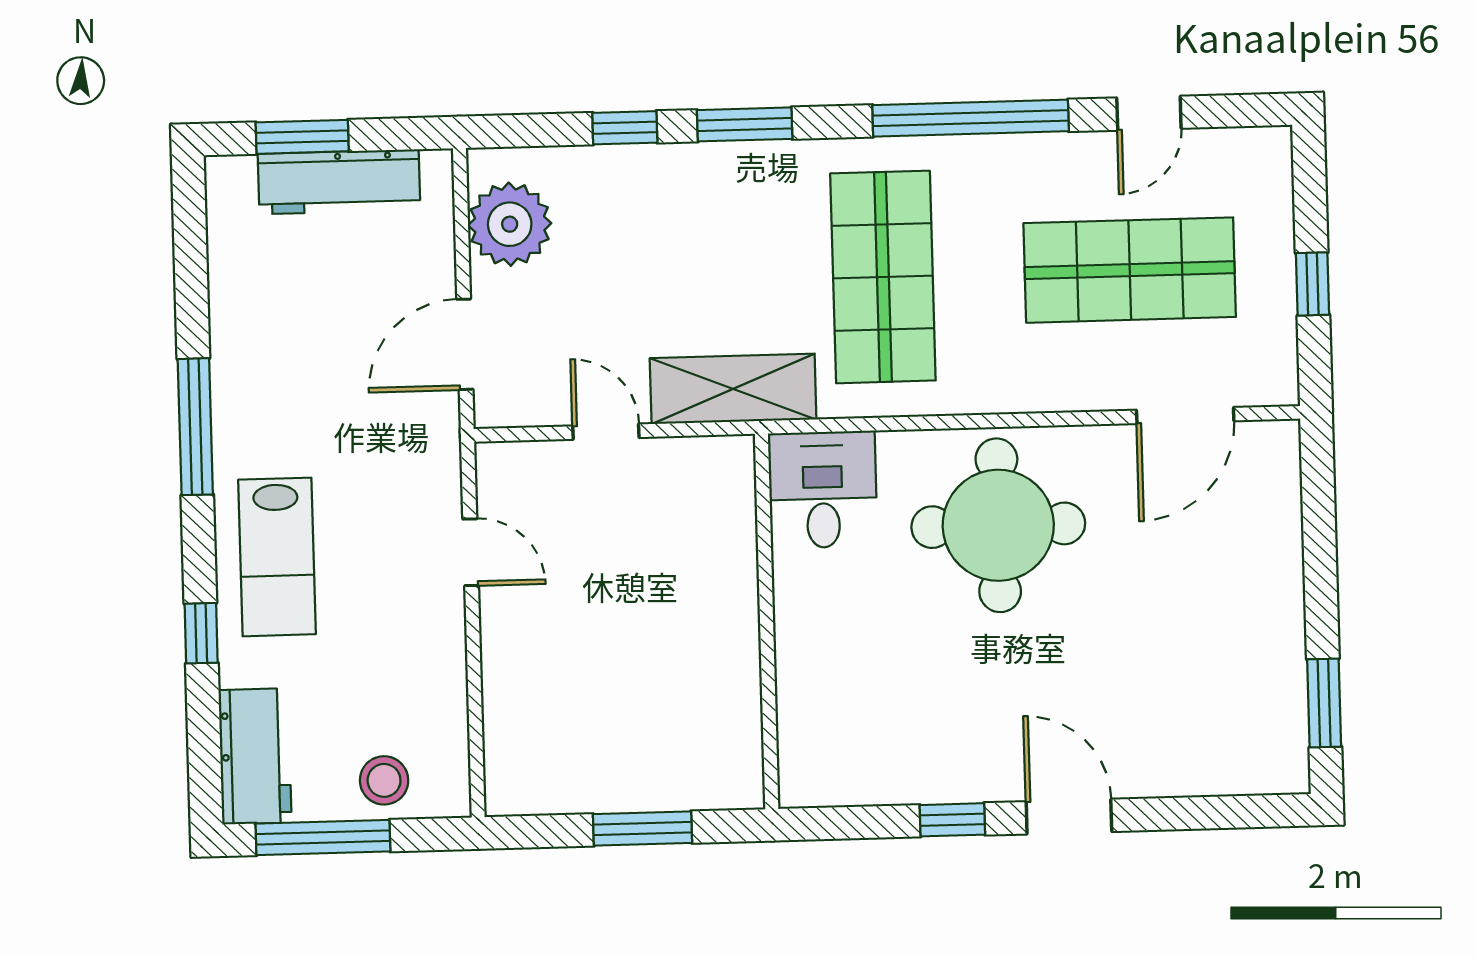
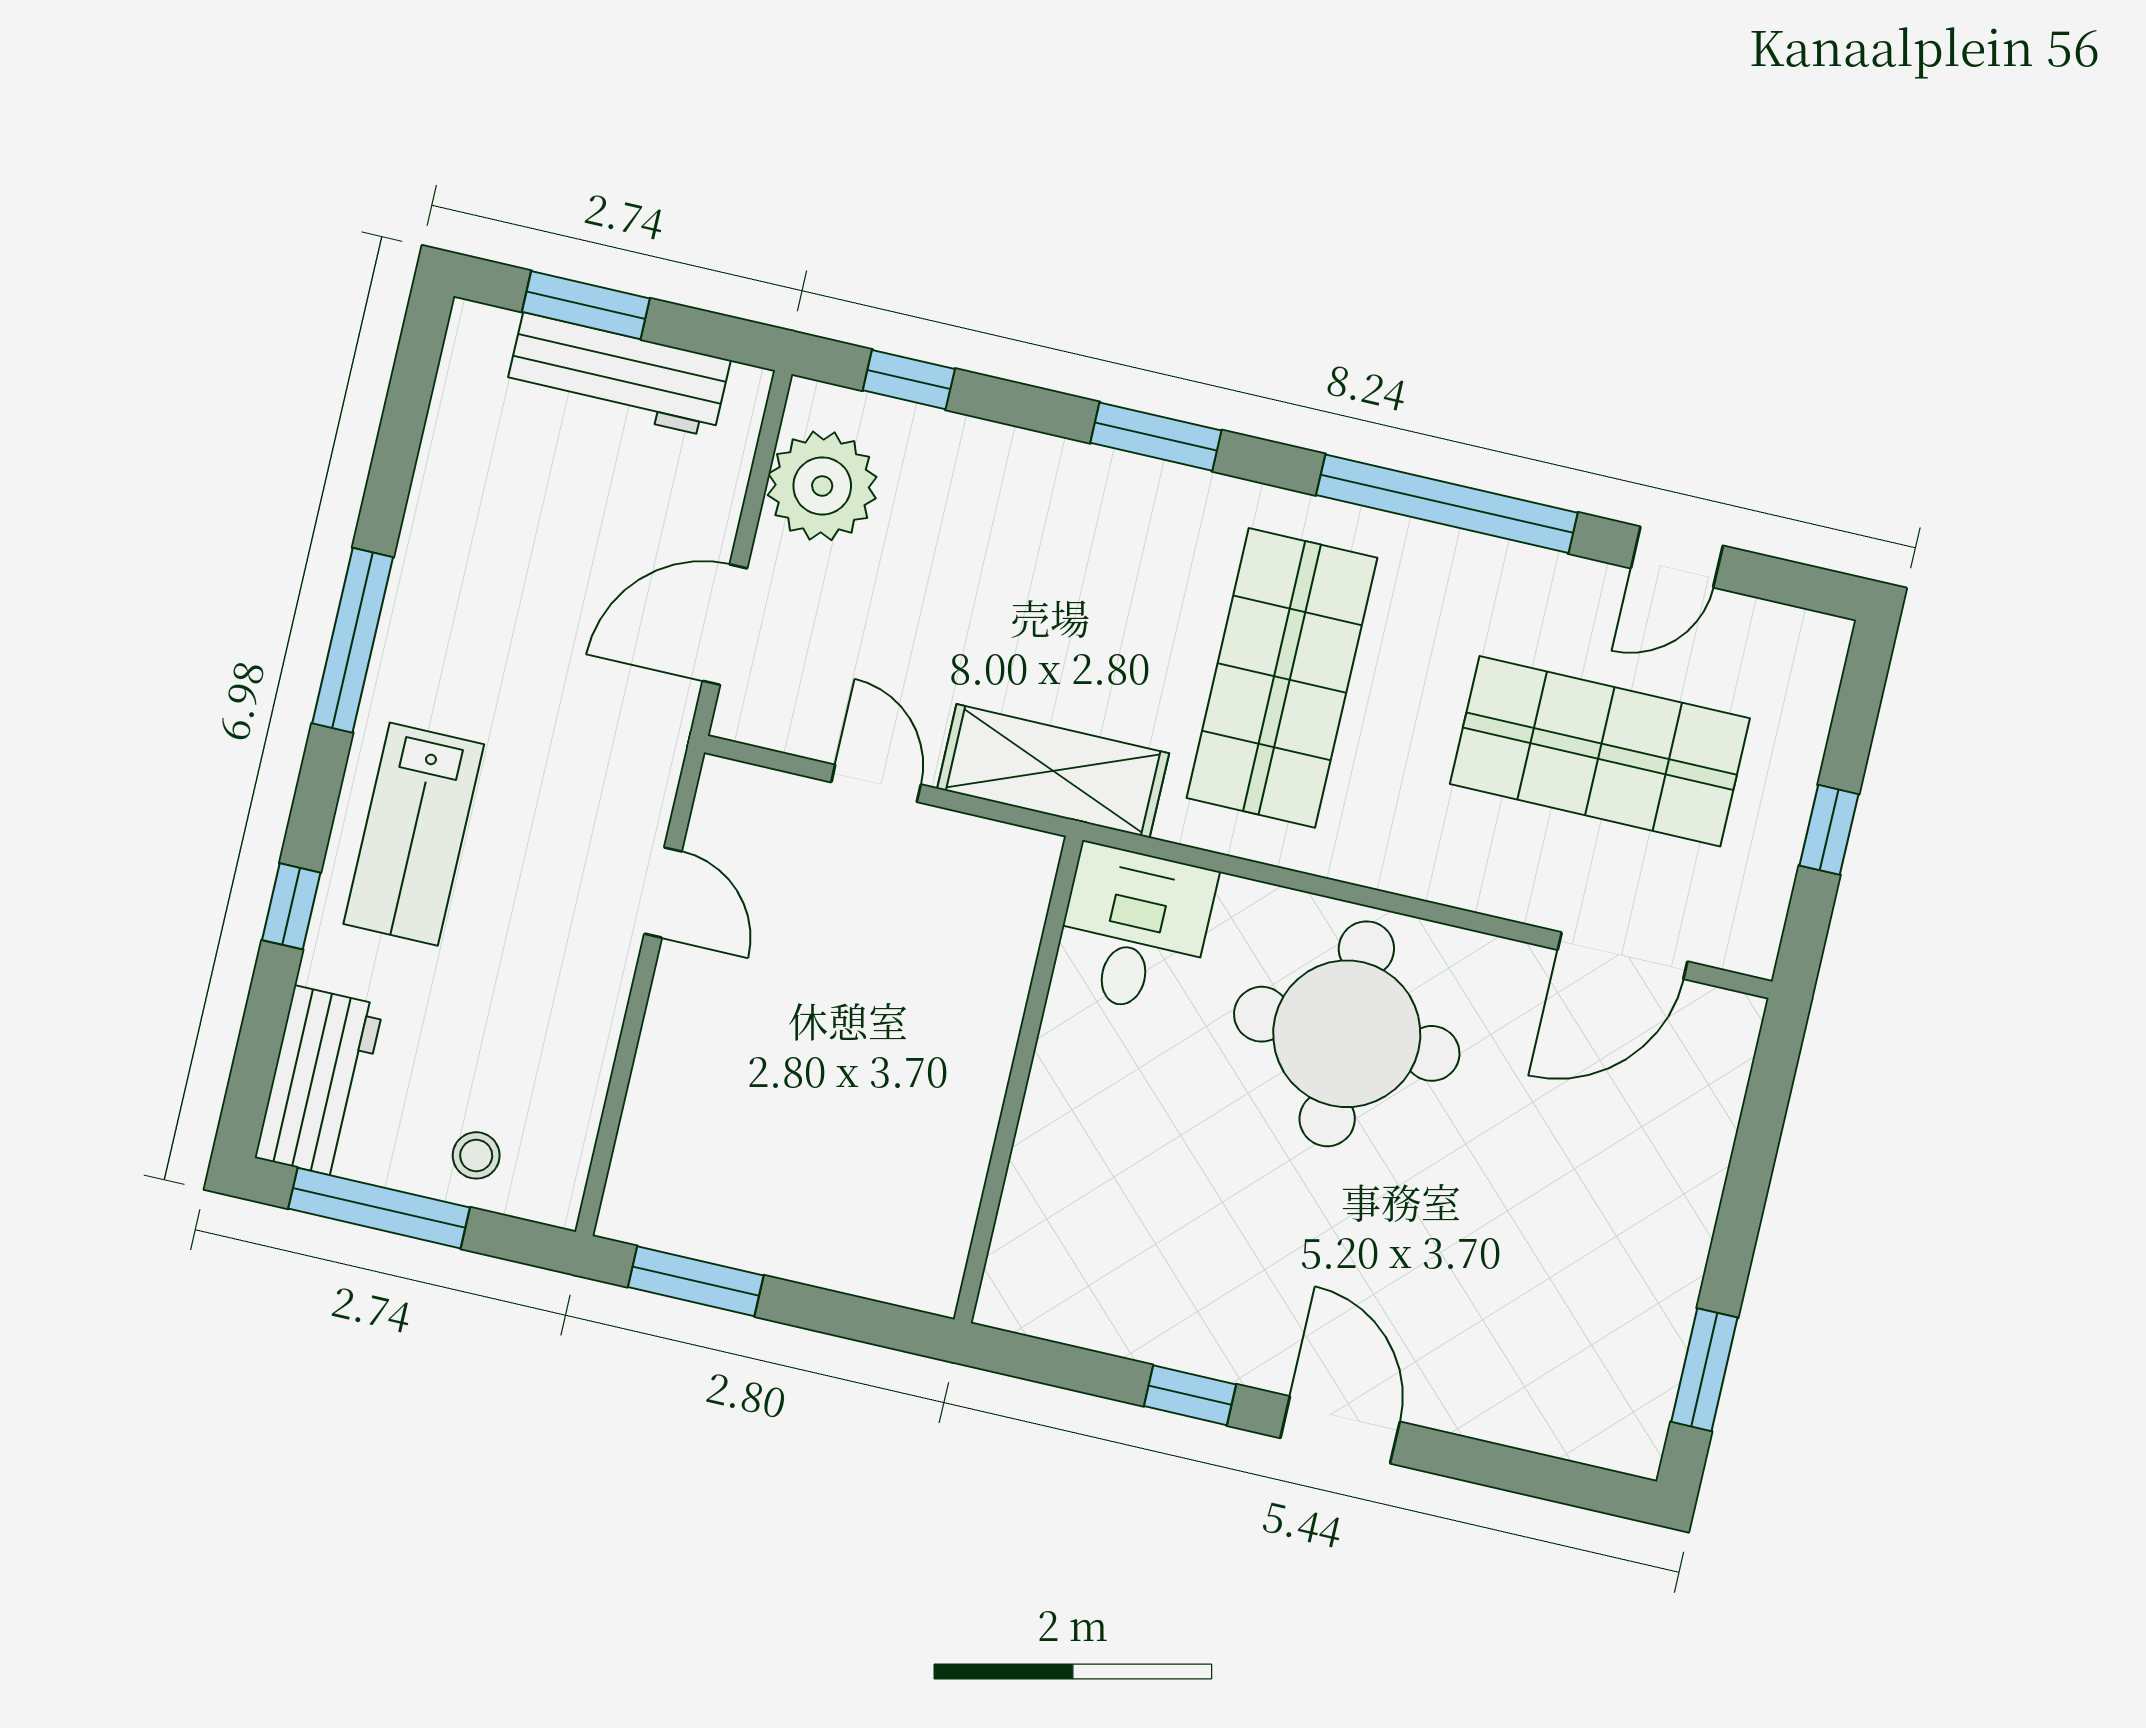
window: (625, 128) -> (909, 380), moved
stool: (384, 780) -> (476, 1155), width x0.73, depth x0.73
window: (643, 828) -> (696, 1281), moved

